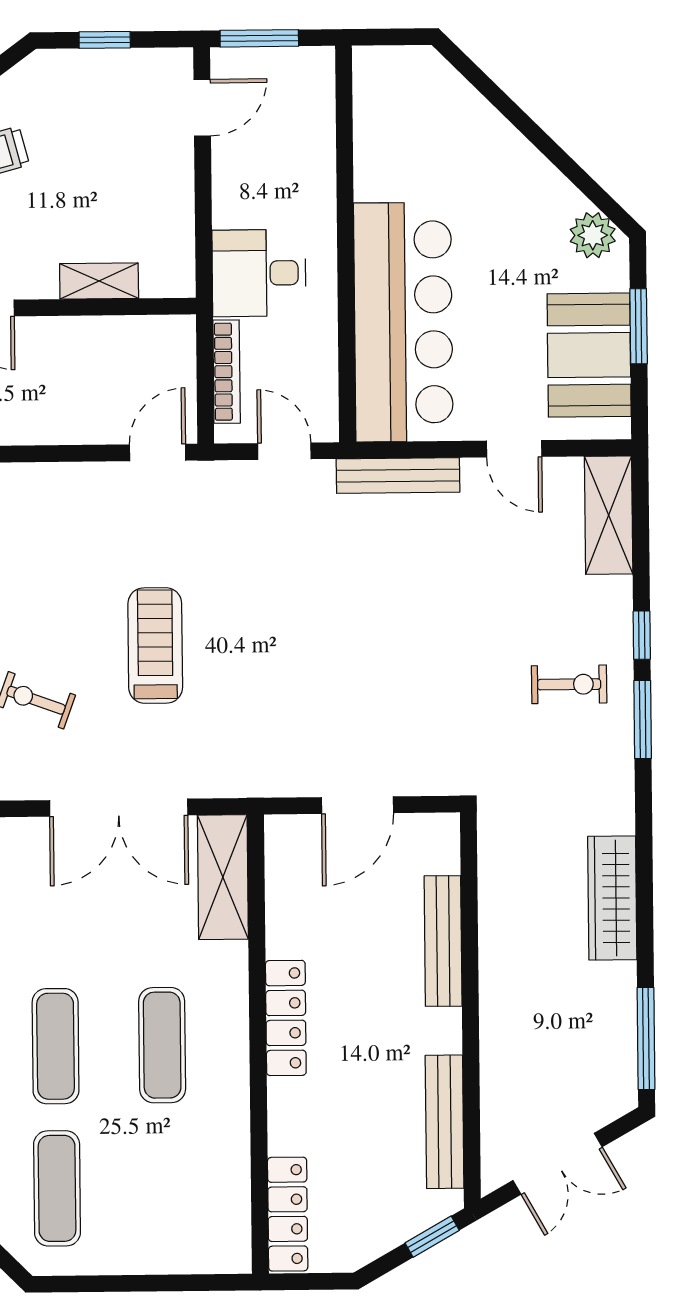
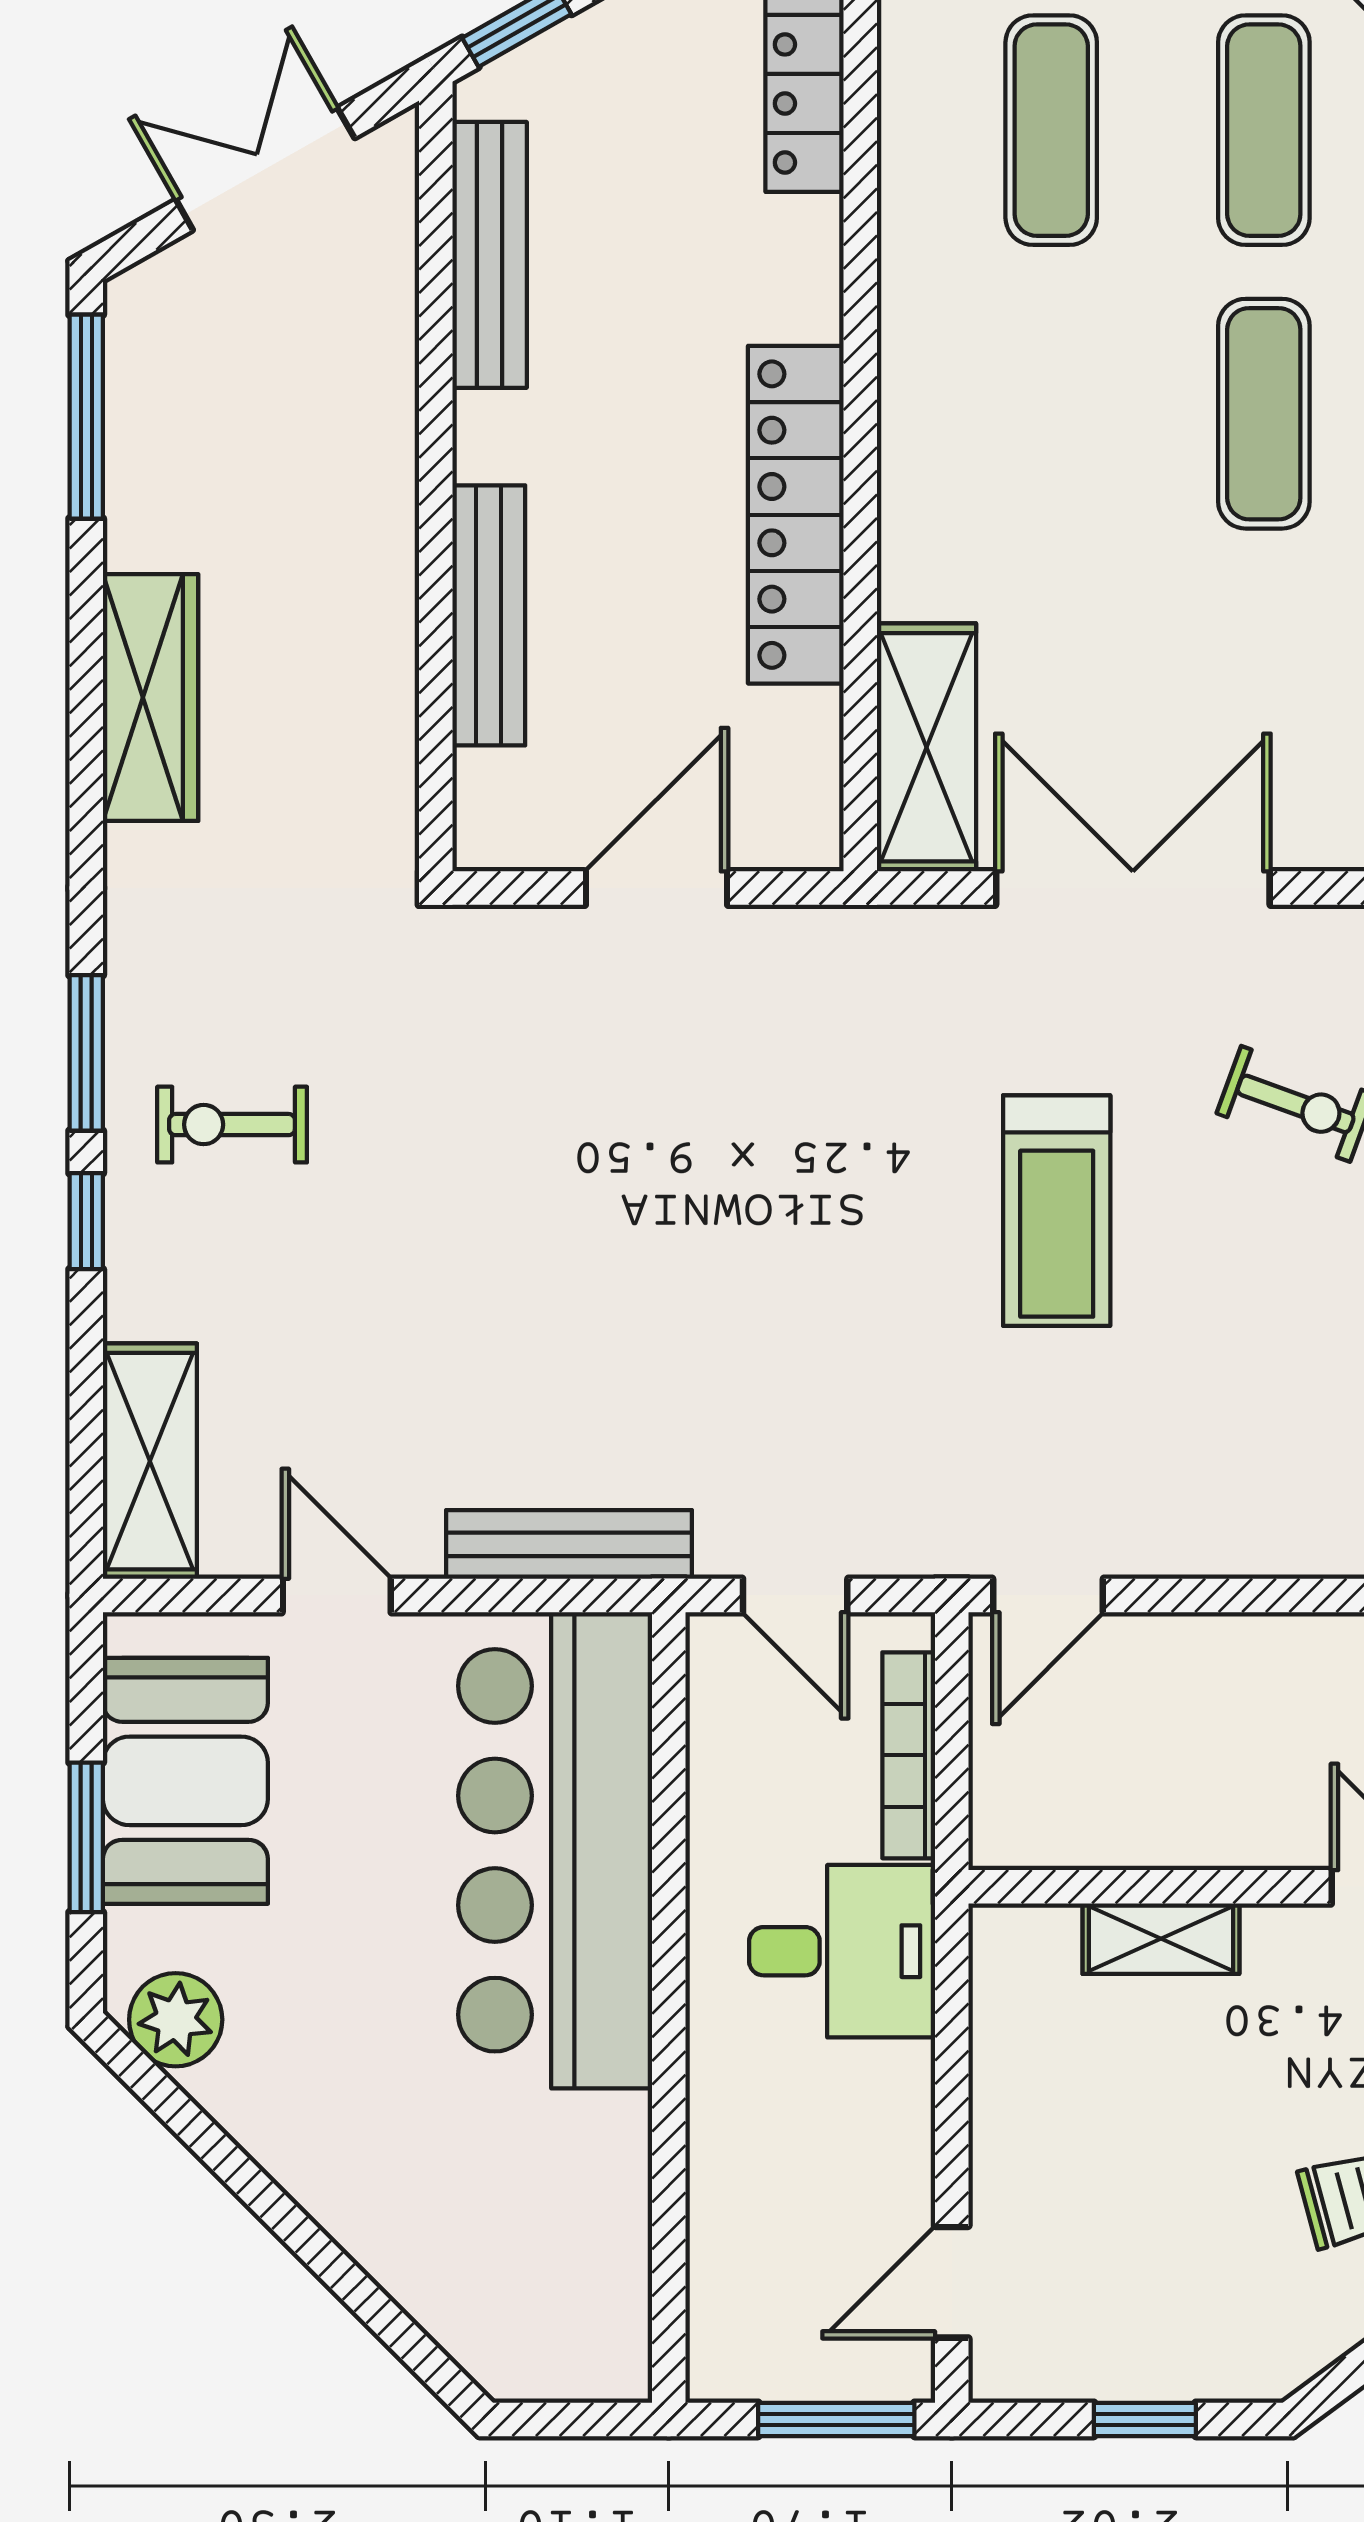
locker: (286, 1018) -> (796, 515), width x1.41, depth x1.21
exercise mat: (162, 1045) -> (1051, 130), moved

